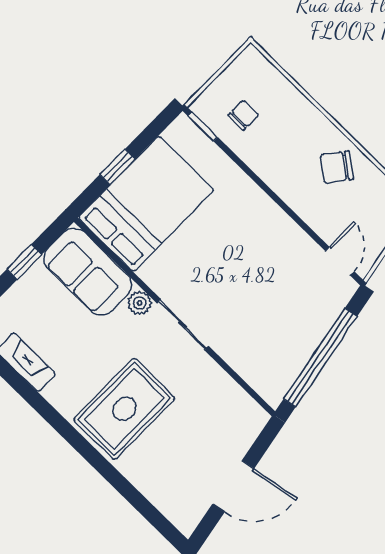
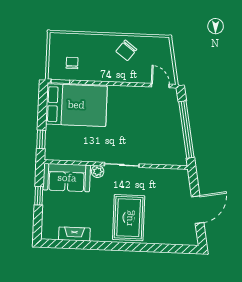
window: (118, 167) -> (41, 139), moved
bed: (146, 204) -> (76, 105), moved, turned 90

